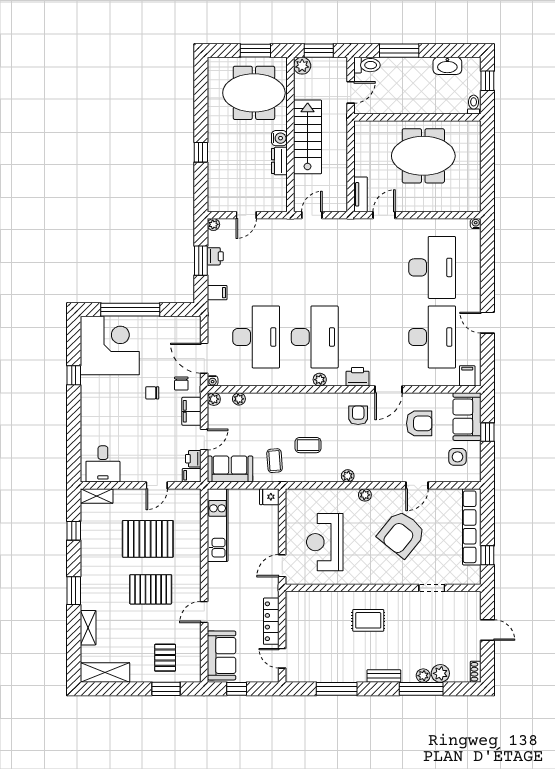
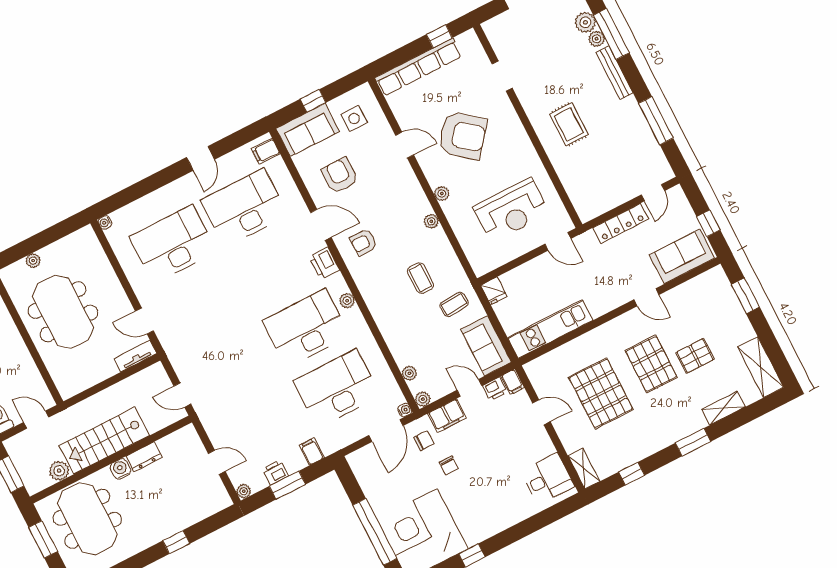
plant: (302, 66) -> (59, 471), moved
plant: (475, 153) -> (33, 261), added
pallet: (165, 658) -> (695, 356), moved
bench: (384, 676) -> (615, 73), width x1.36

